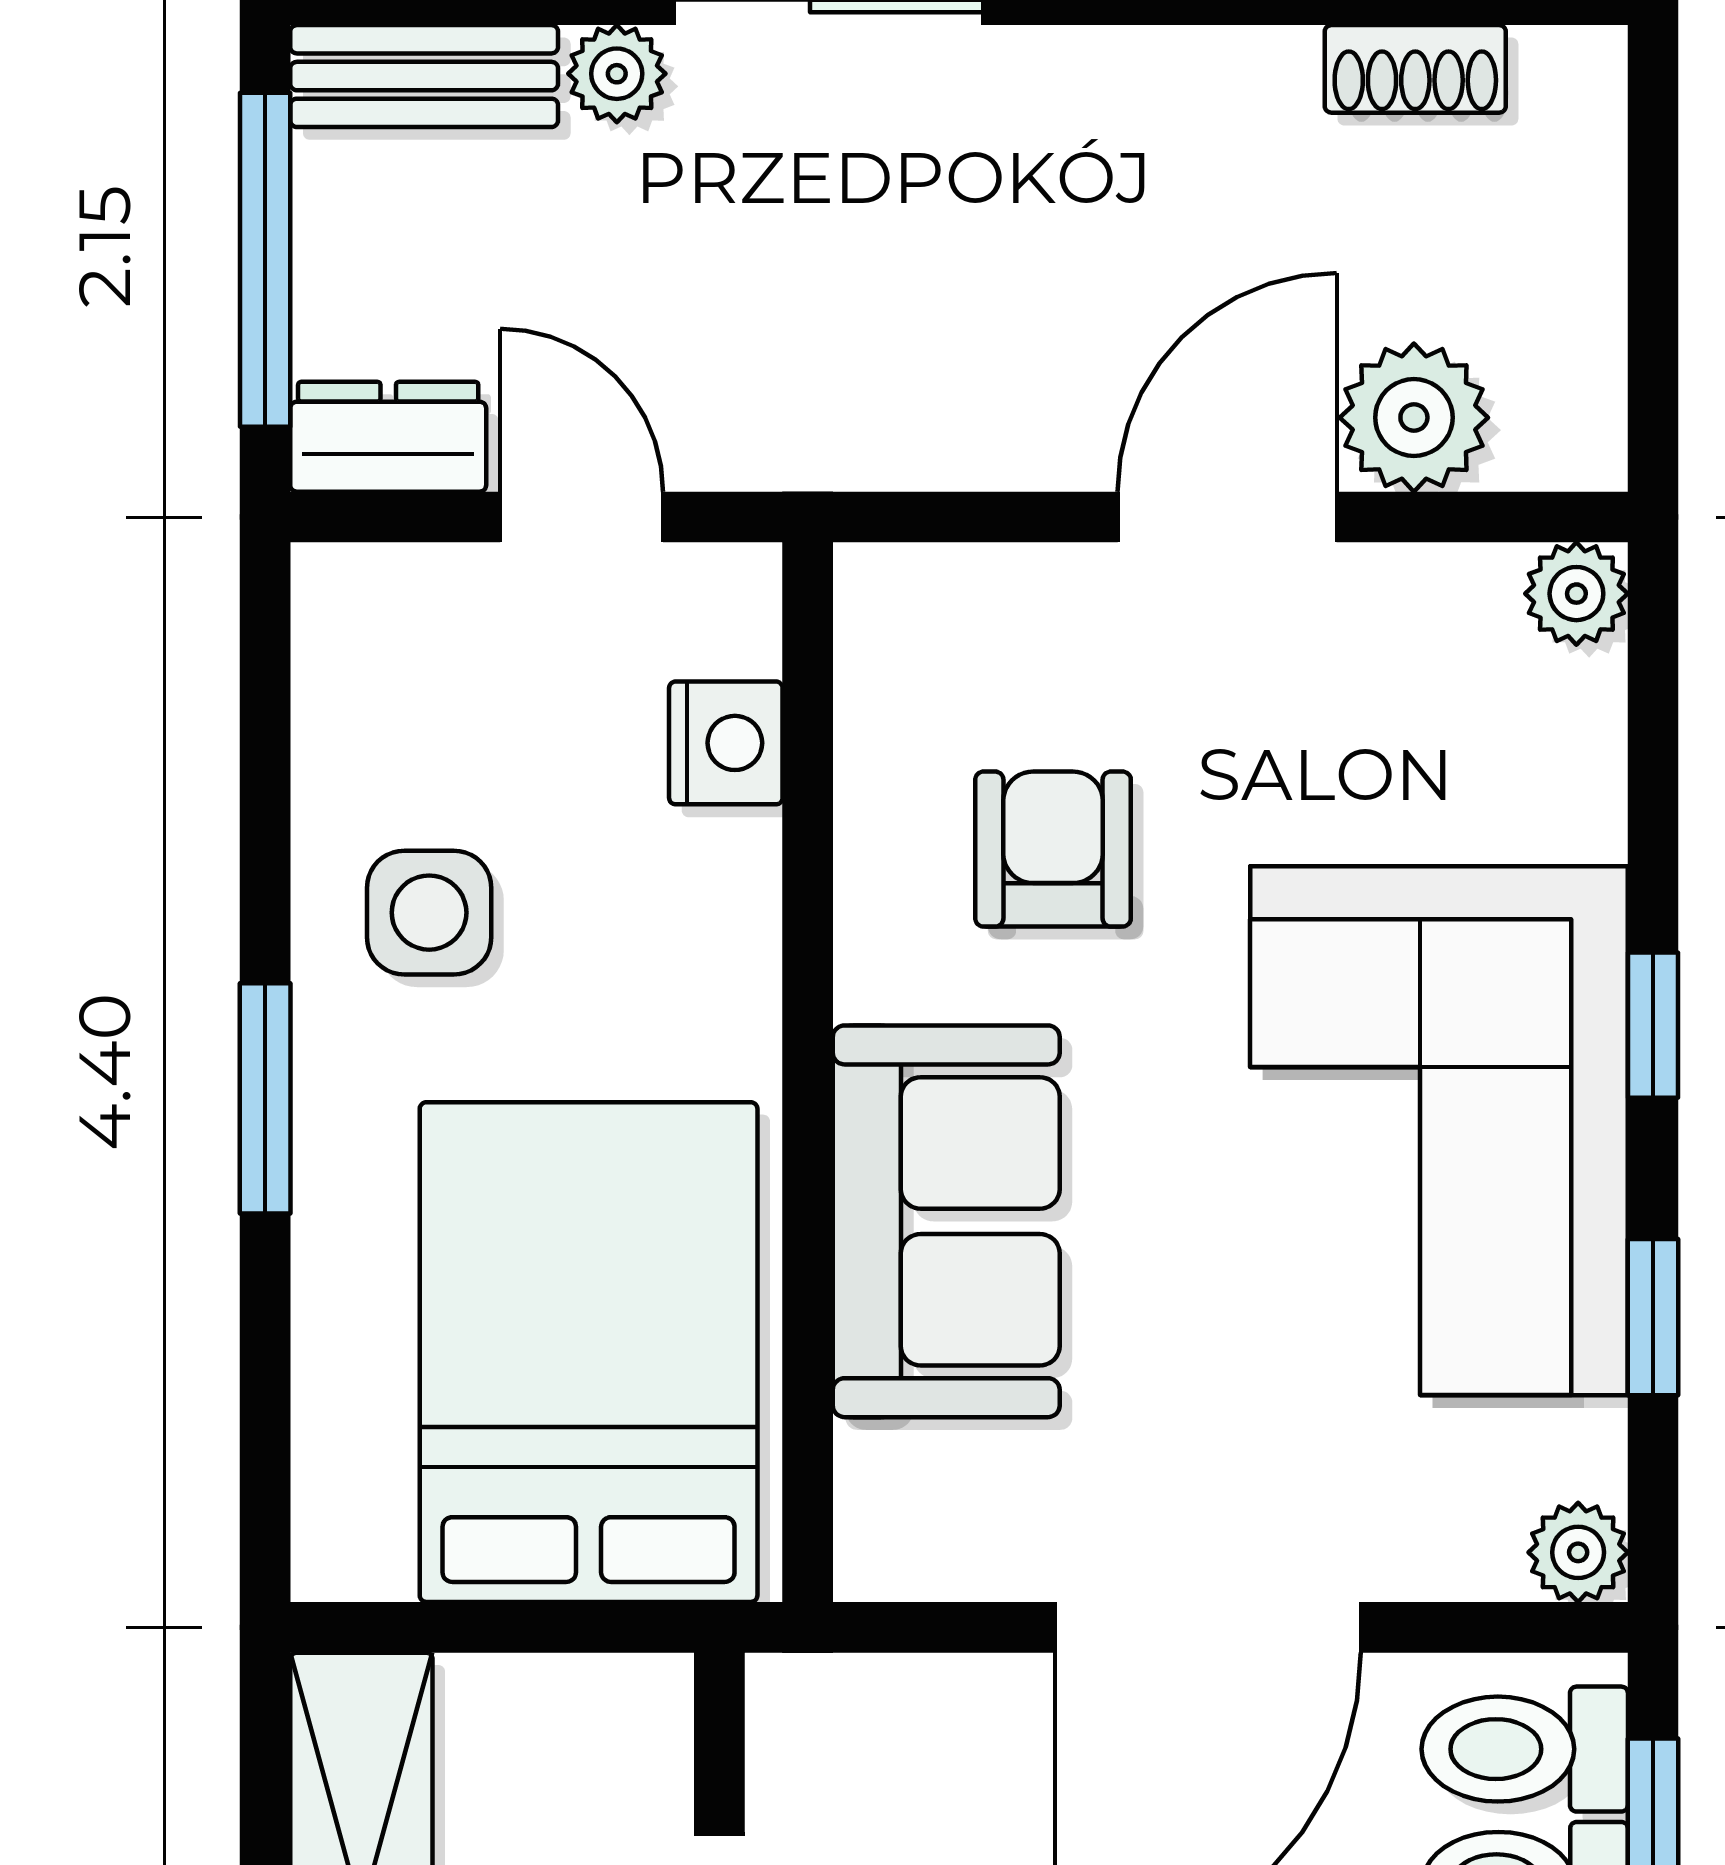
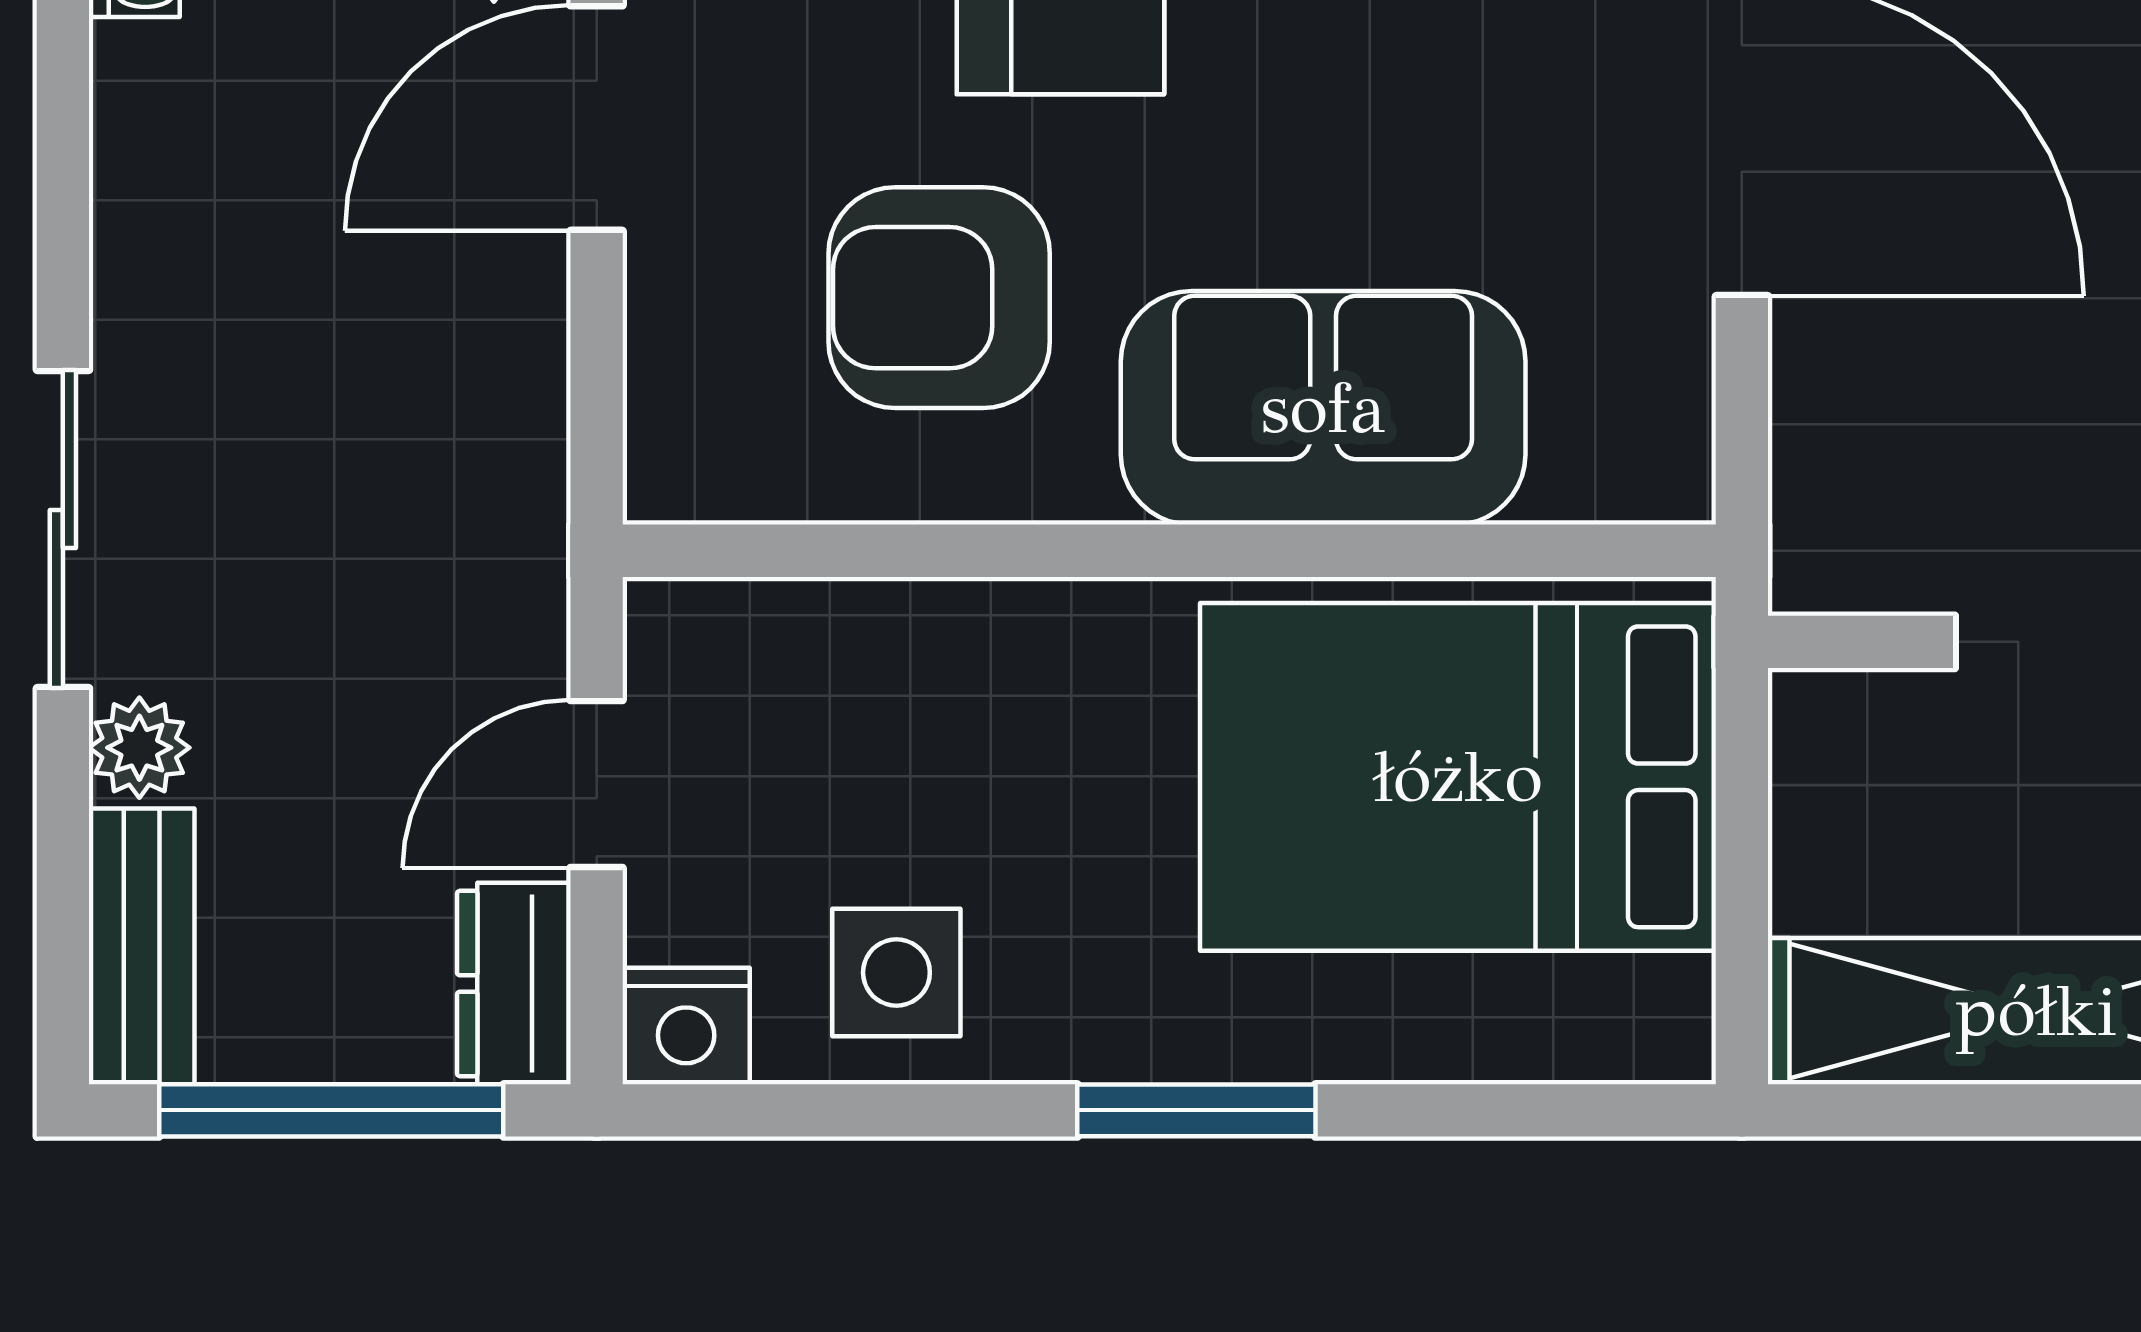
door: (1227, 517) -> (597, 118), hinge flipped
nightstand: (726, 743) -> (686, 1026), moved, turned 180
armchair: (1053, 849) -> (939, 298), width x1.38, depth x1.38
side table: (429, 913) -> (896, 972), moved

